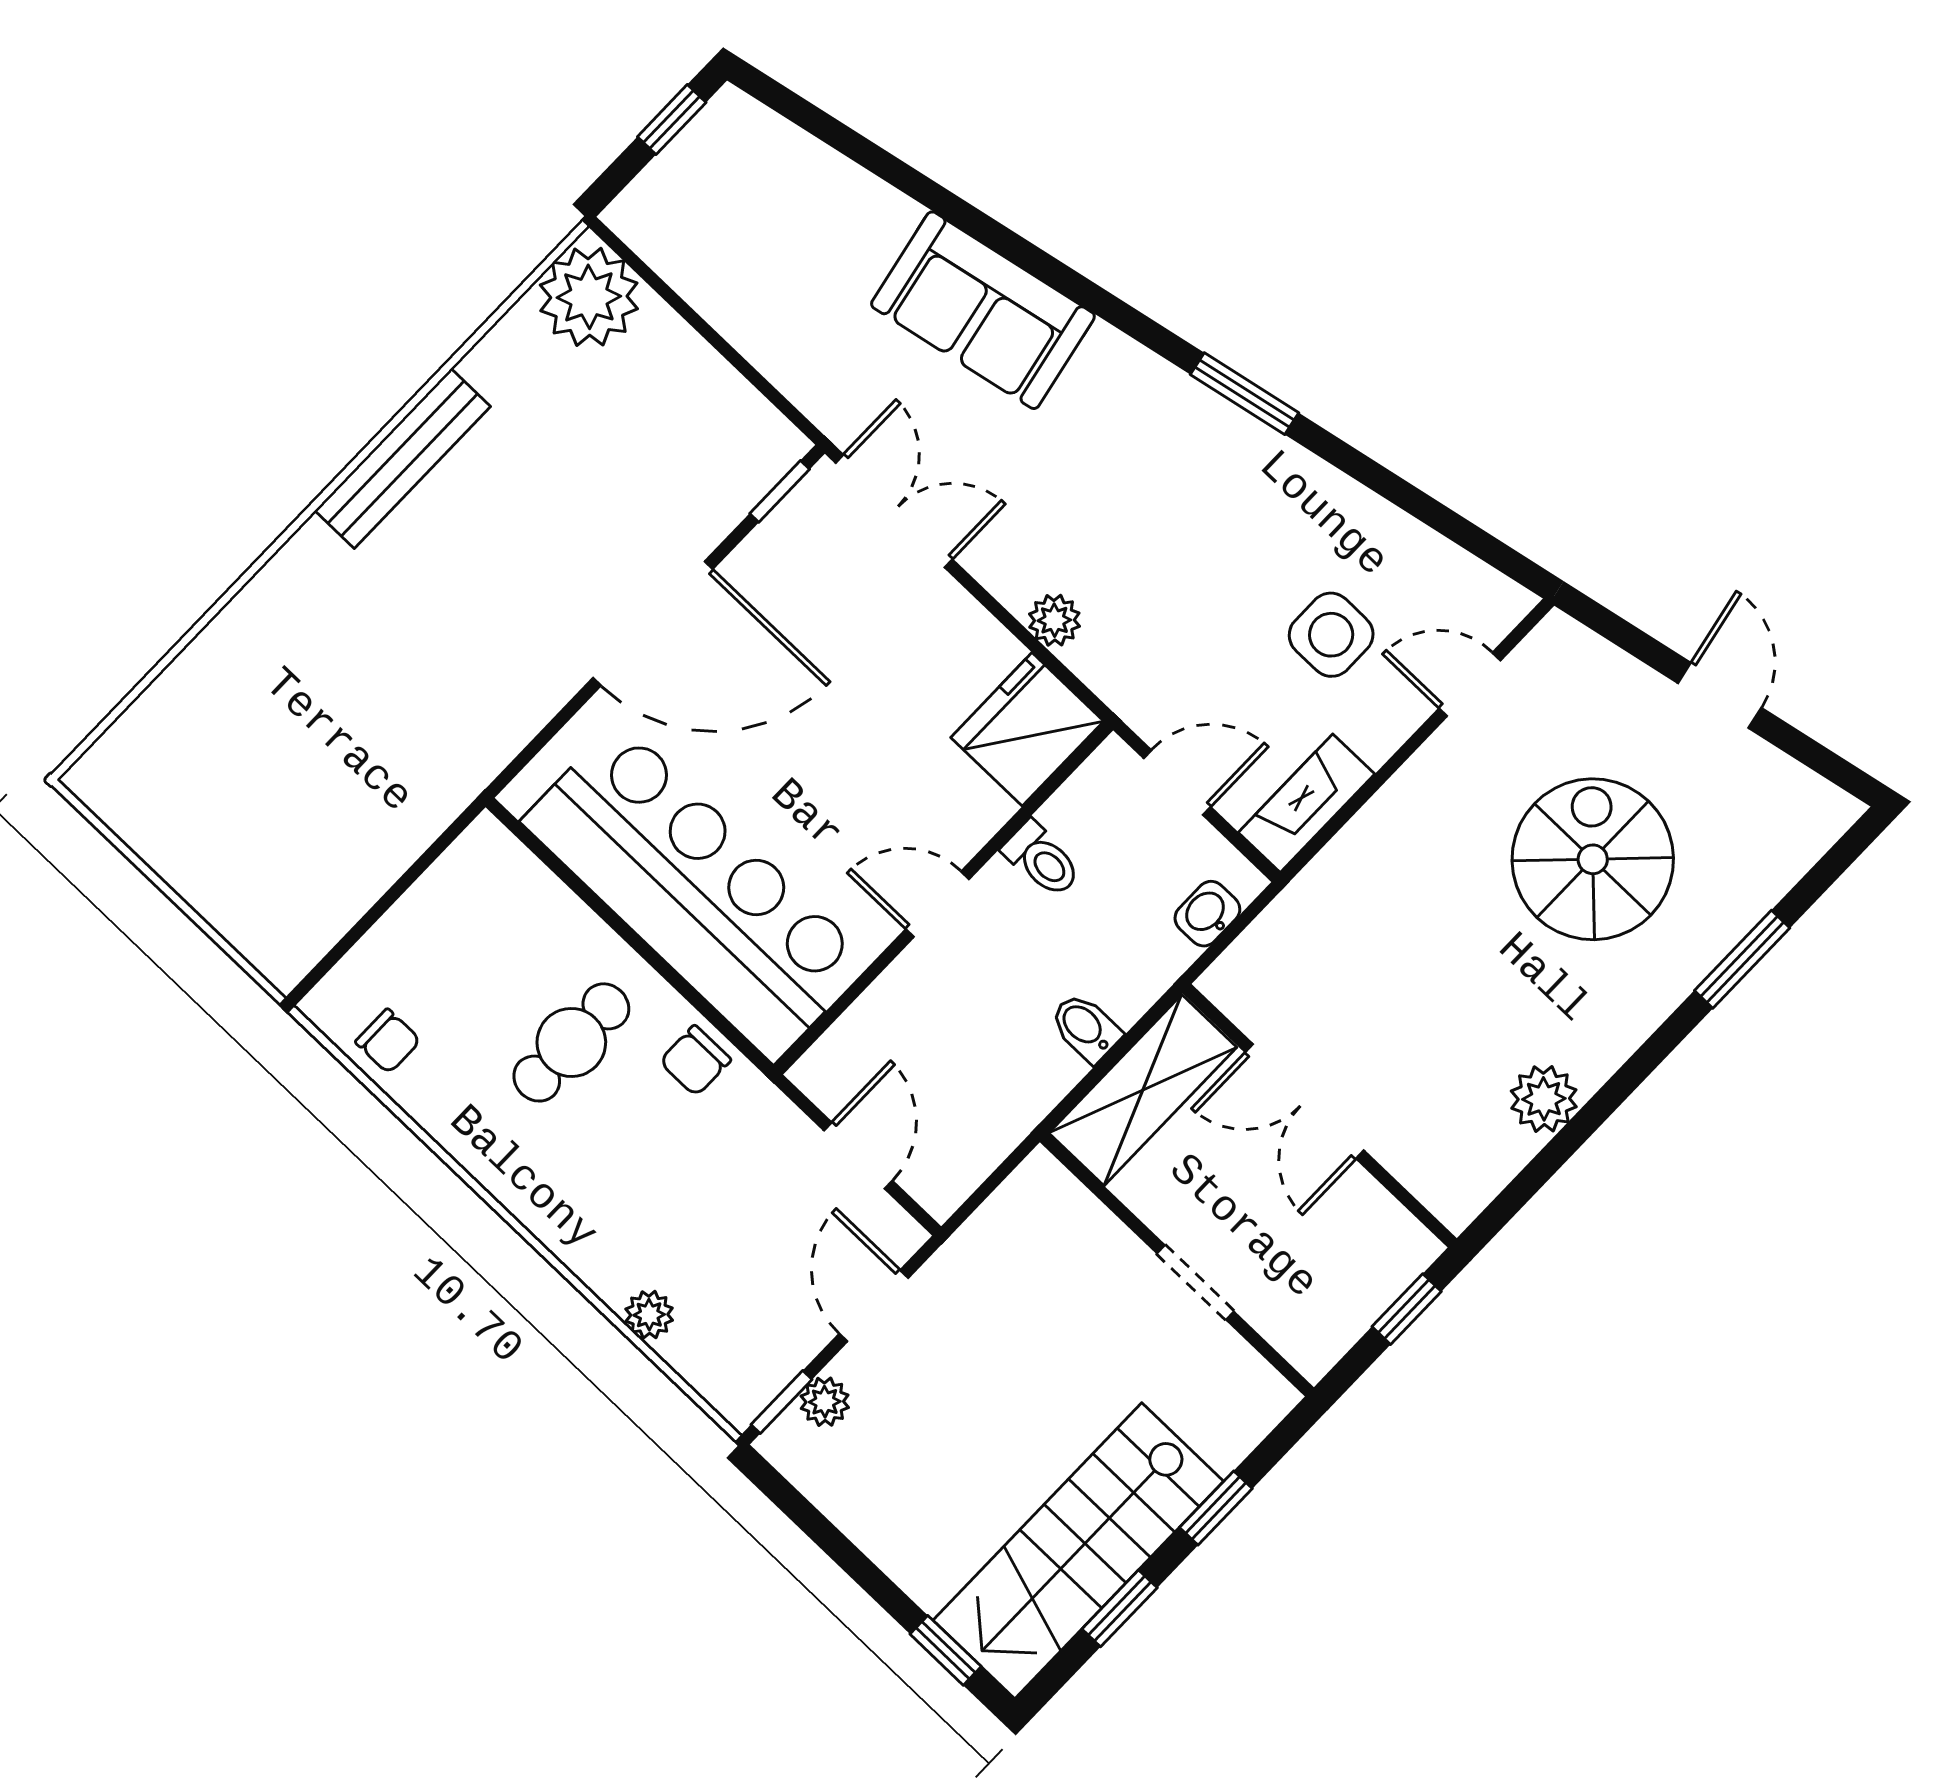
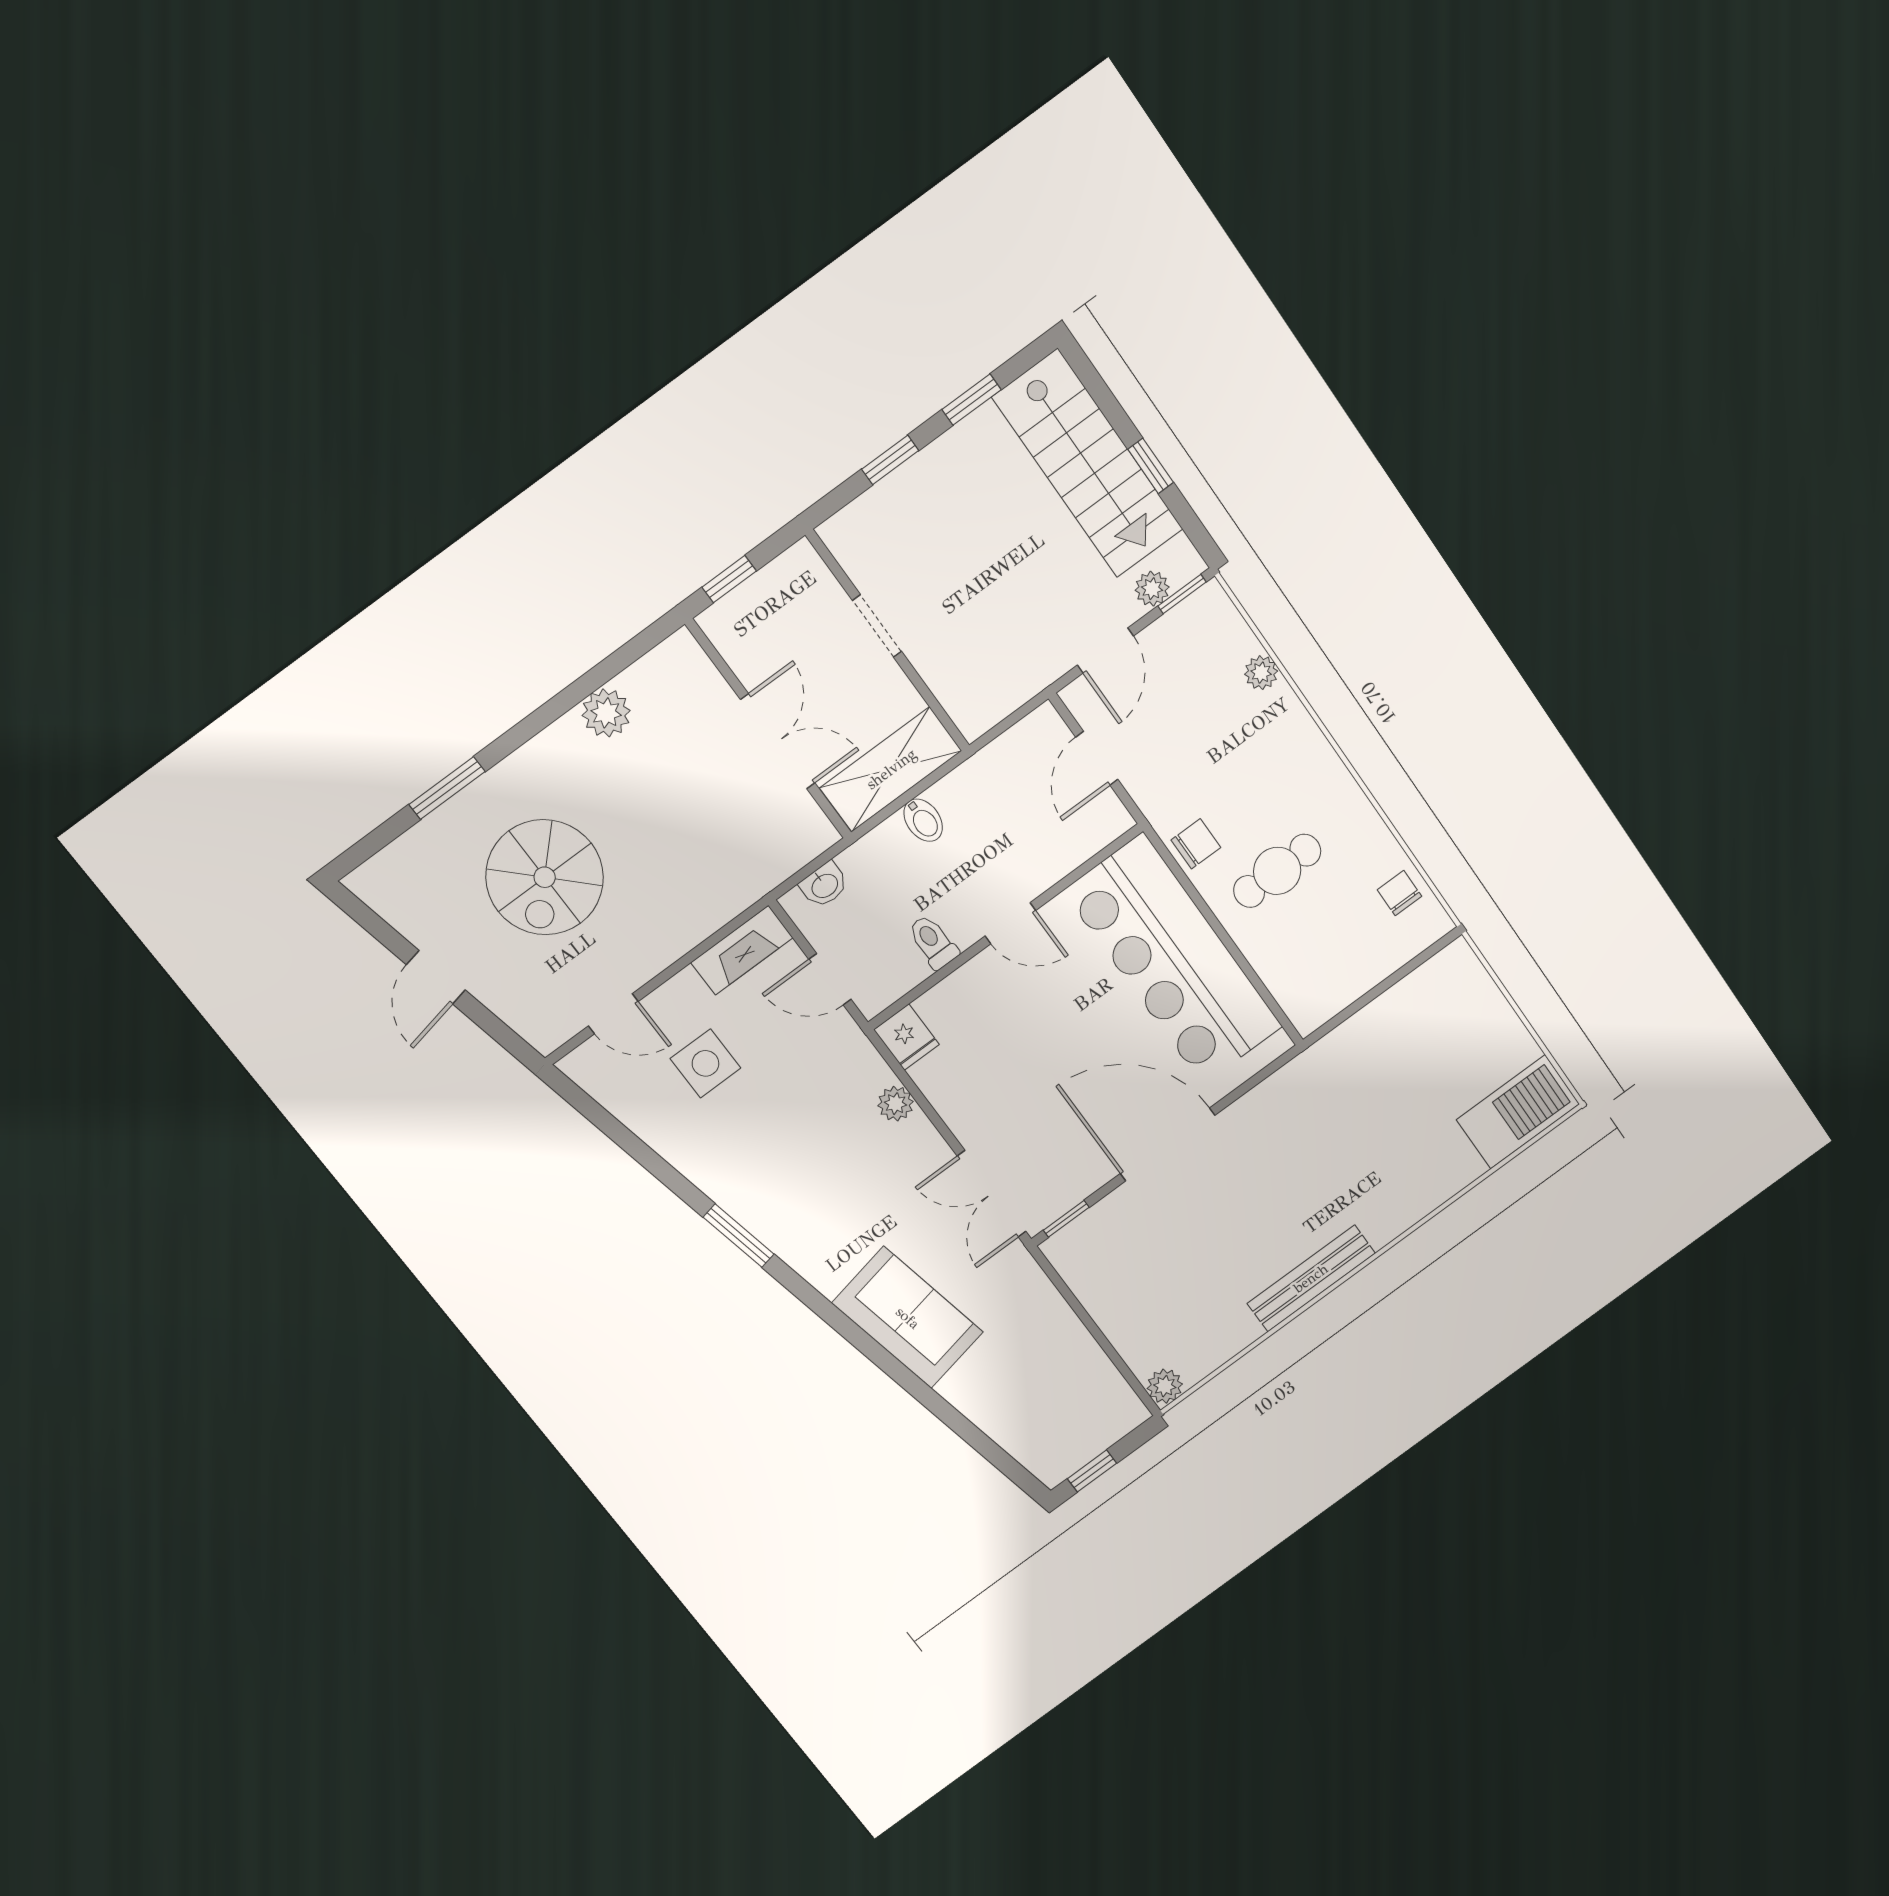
plant: (589, 297) -> (1165, 1386), width x0.53, depth x0.53
fridge: (1027, 729) -> (907, 1037), width x0.53, depth x0.75
barbecue: (146, 754) -> (1518, 1112), added
stairs: (1078, 1551) -> (1088, 464), moved, turned 90
window: (946, 1650) -> (1151, 466), moved

